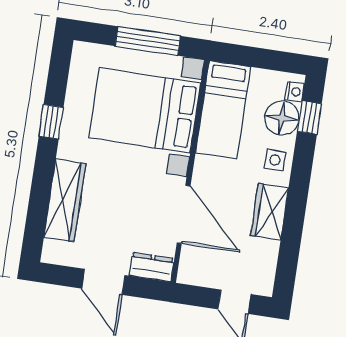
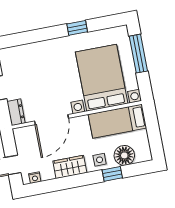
window: (148, 41) -> (138, 54), moved
nightstand: (295, 91) -> (35, 178), moved
window: (309, 117) -> (112, 174), moved
wardrobe: (65, 200) -> (36, 51), removed

